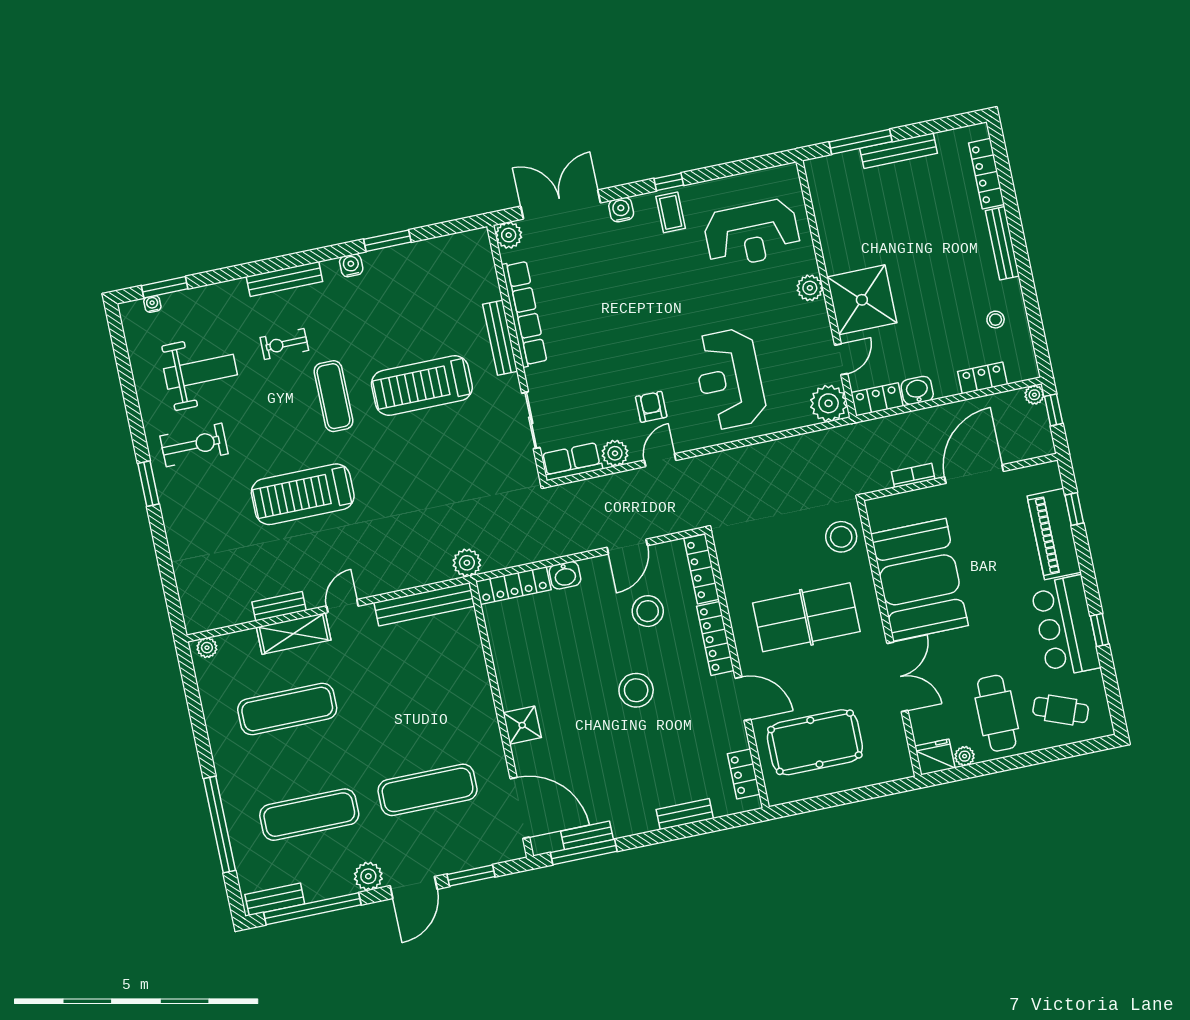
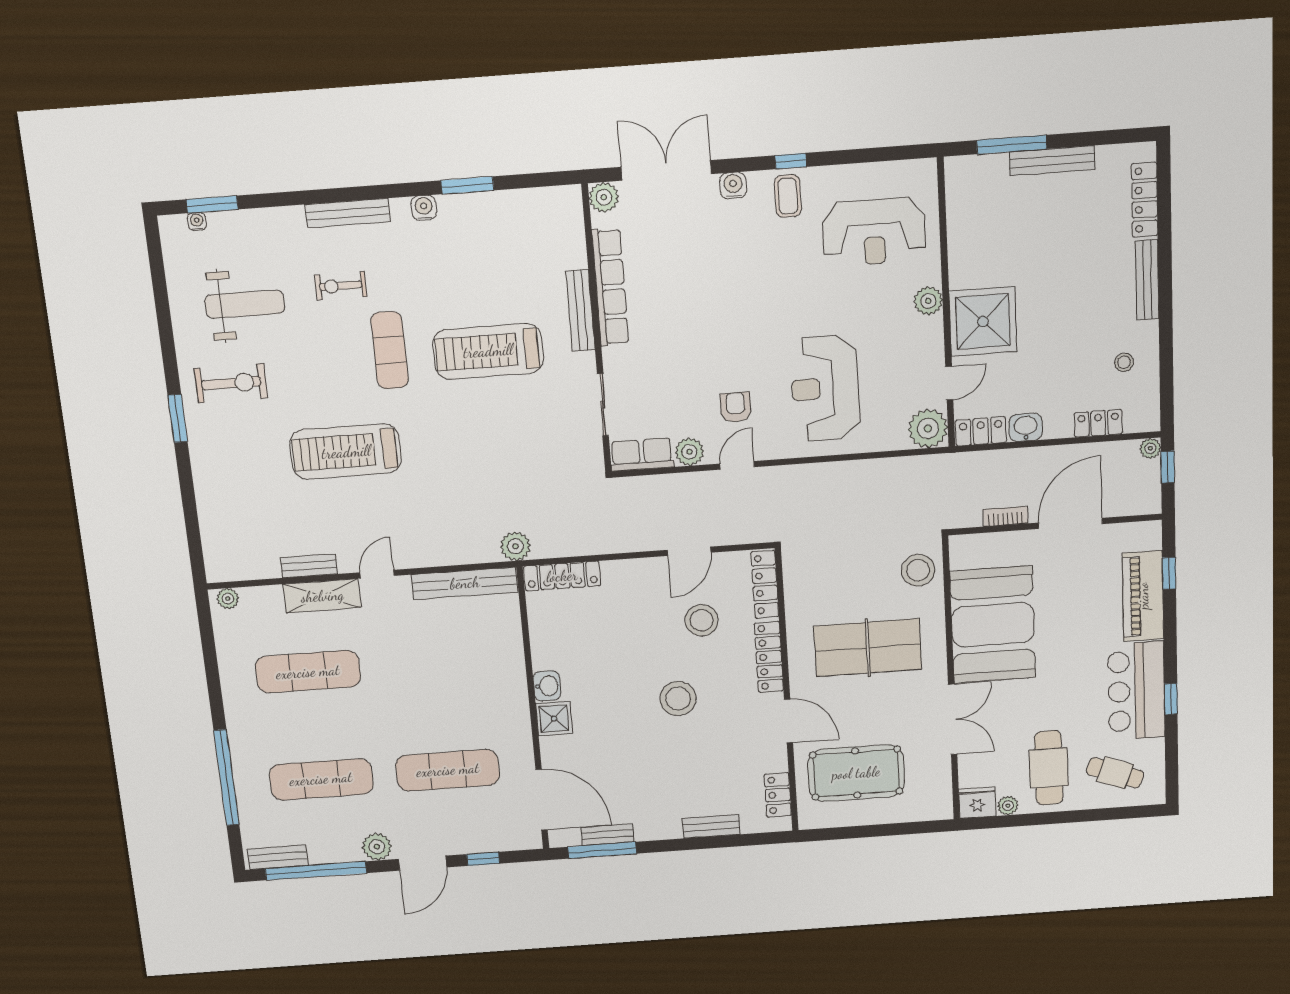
washbasin: (565, 575) -> (547, 686), moved, turned -90
window: (471, 875) -> (483, 859), width x0.67

